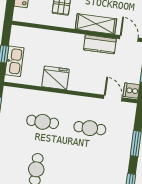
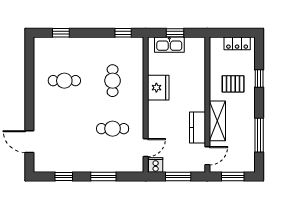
cafe table: (90, 128) -> (113, 129), turned 90

